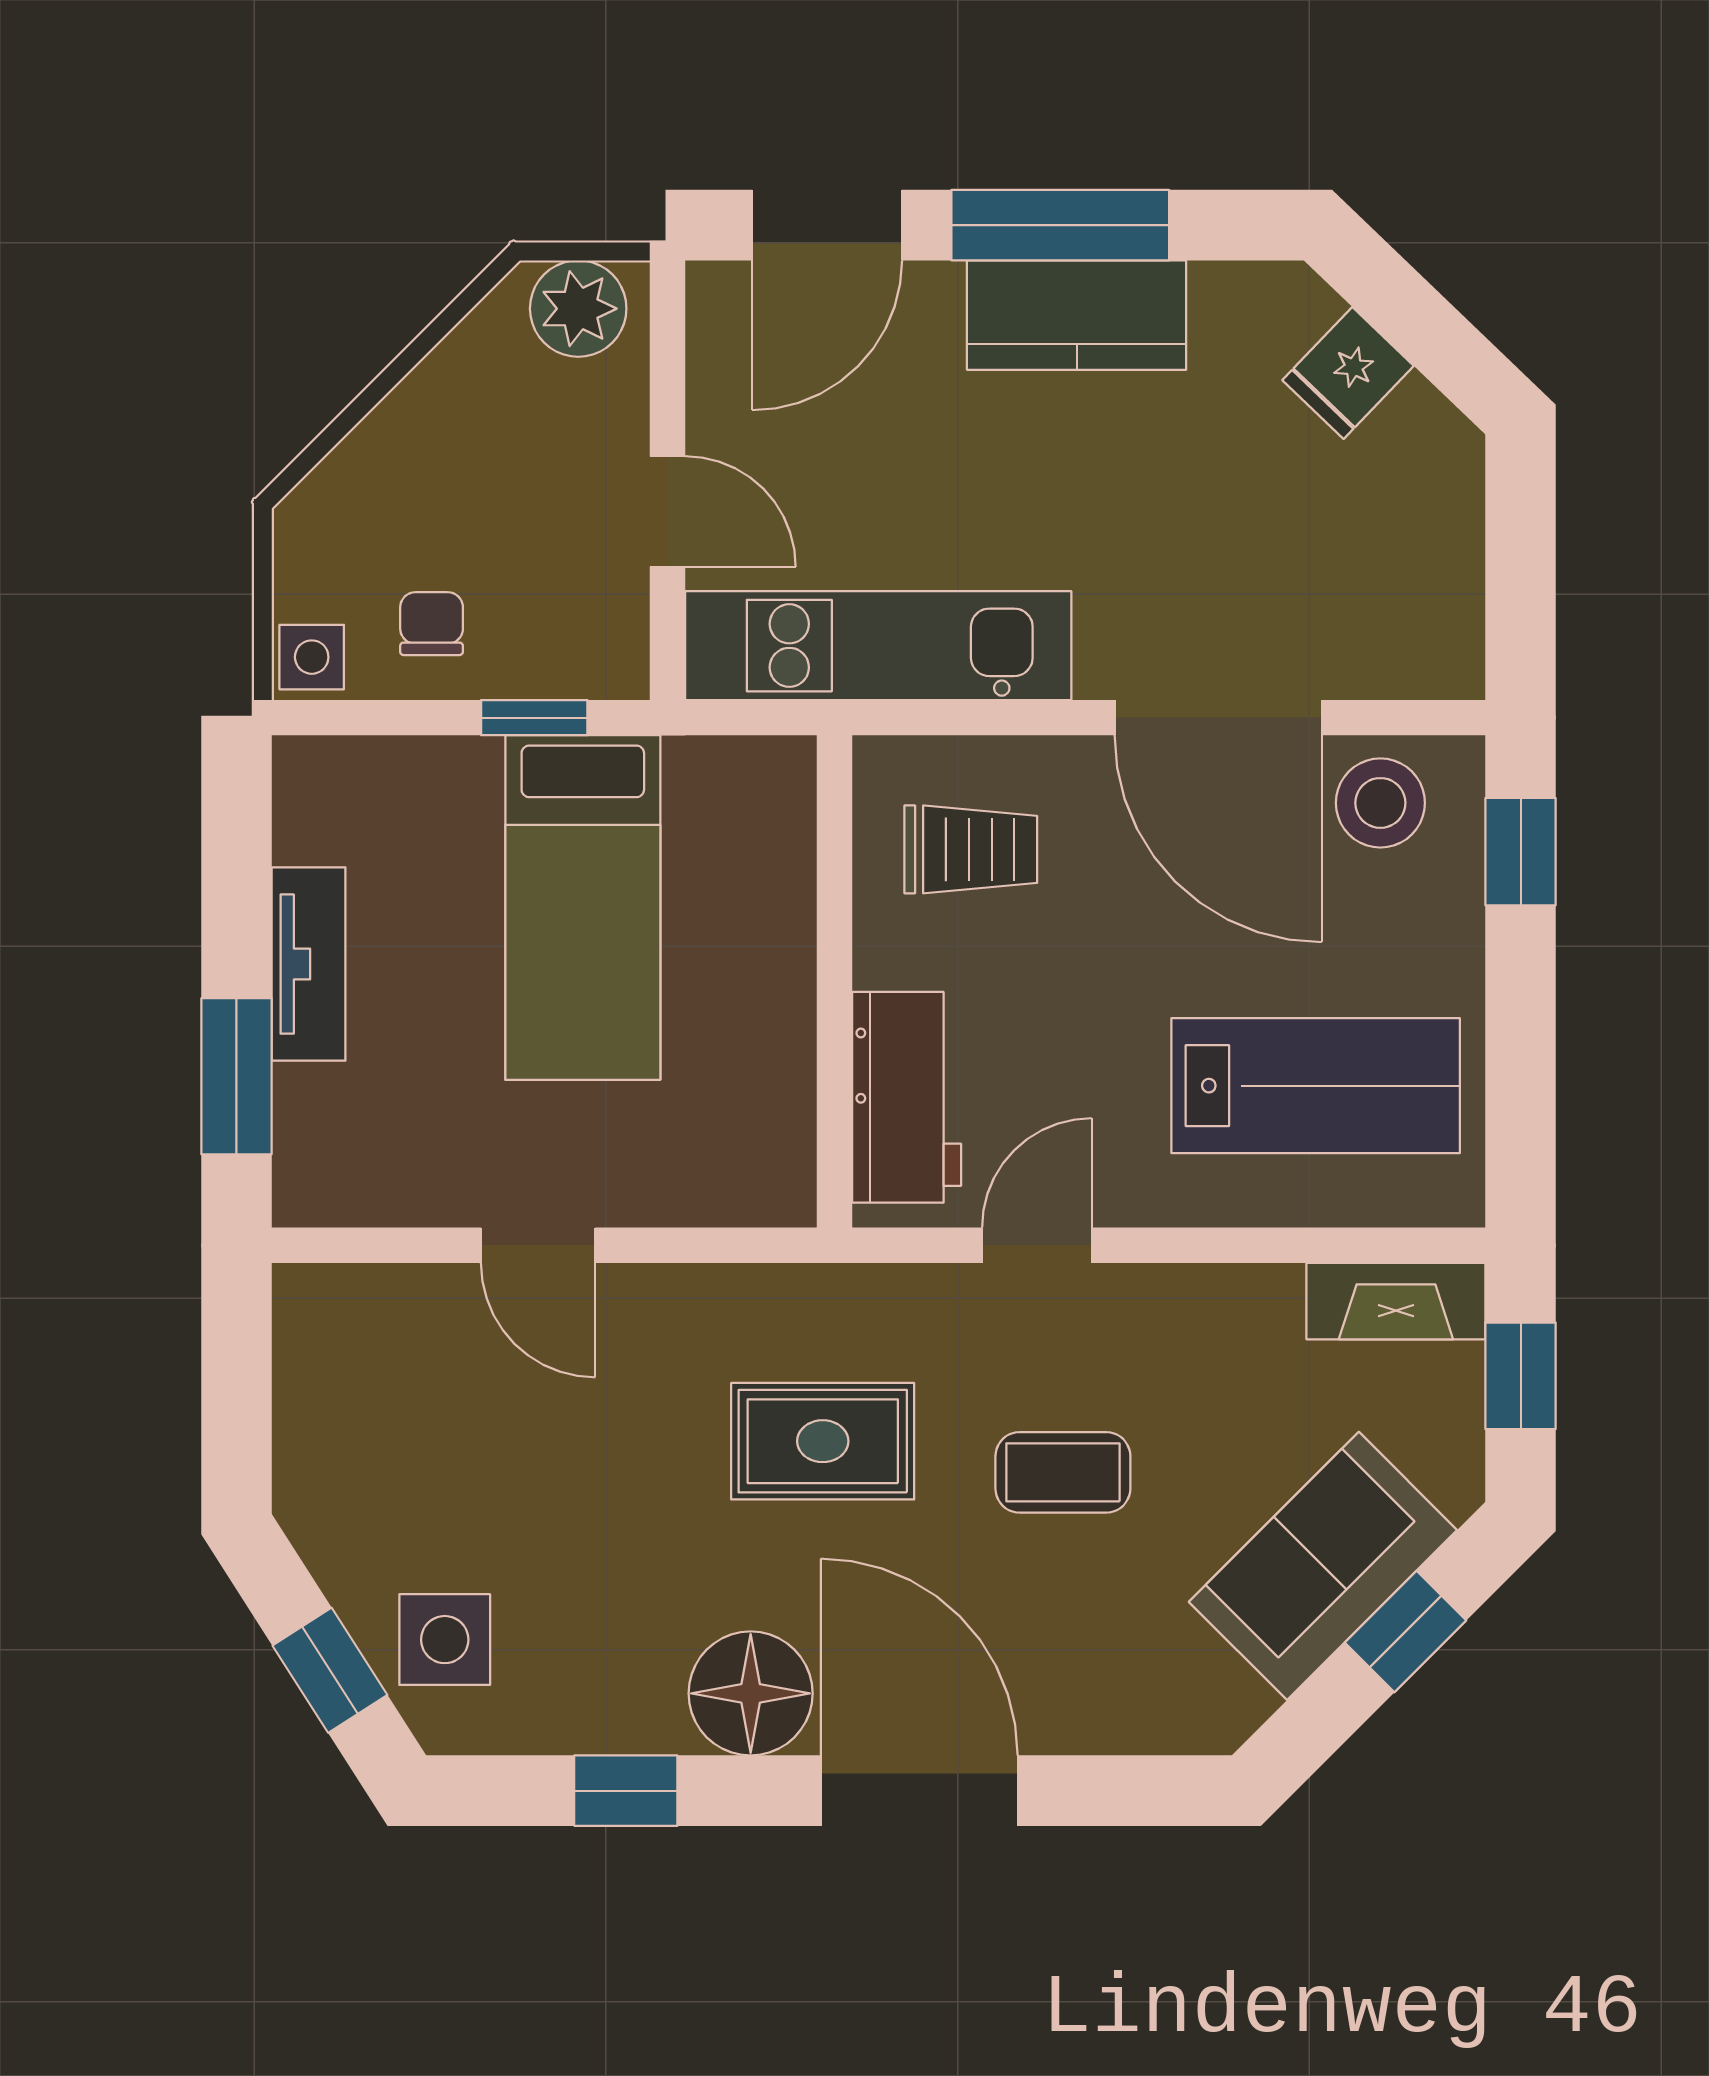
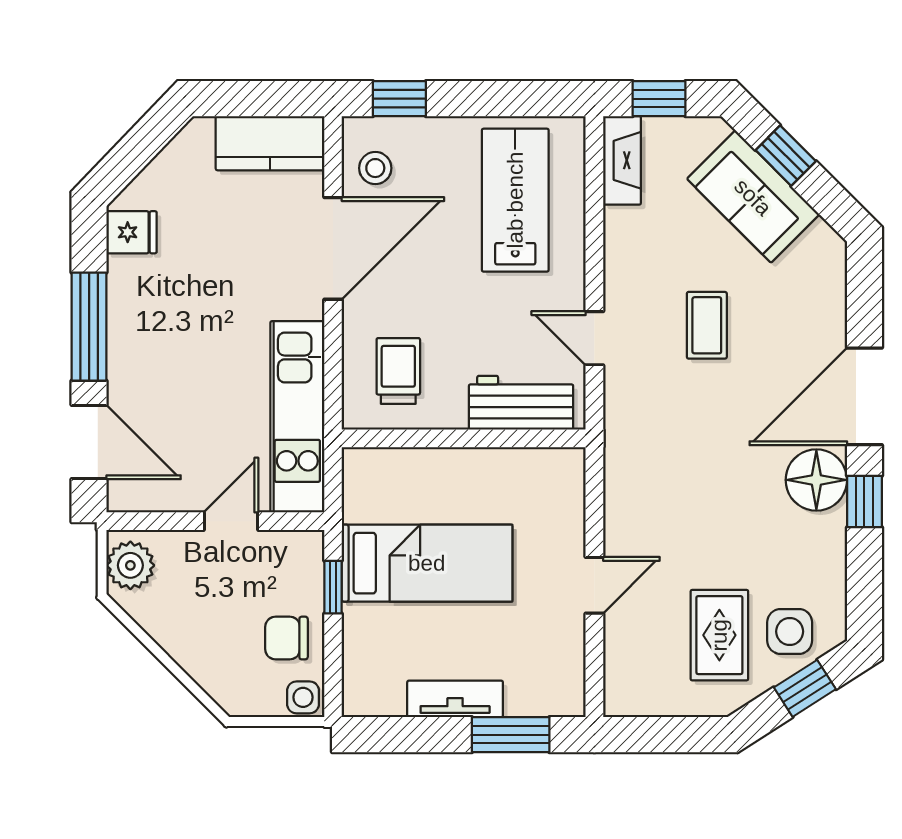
kitchen counter: (1077, 315) -> (270, 143), moved, turned 90
fridge: (1348, 373) -> (132, 232), moved, turned -44
chair: (432, 624) -> (286, 638), width x1.37, depth x1.37
stool: (1380, 803) -> (375, 168), width x0.73, depth x0.73
rug: (823, 1441) -> (719, 635), moved
window: (626, 1791) -> (864, 502), moved

